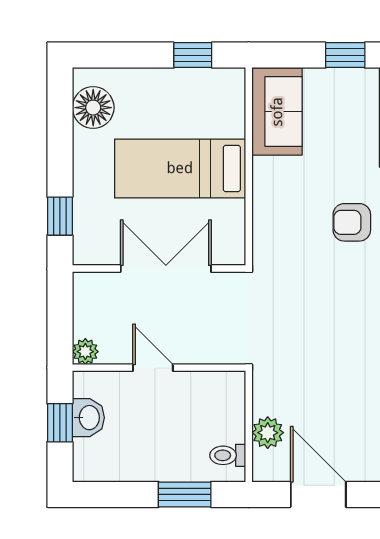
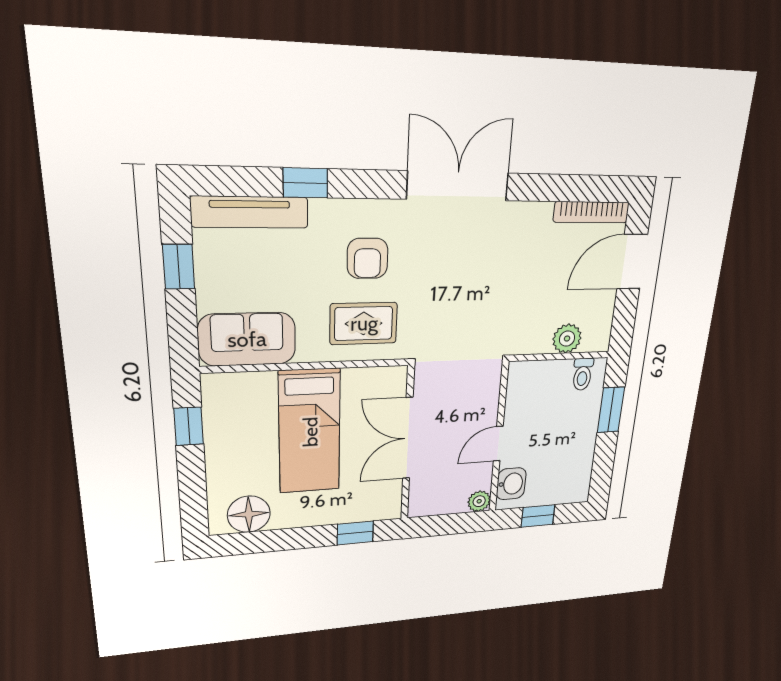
rug: (289, 220) -> (364, 323), added
washbasin: (88, 418) -> (511, 484), moved, turned 90
door: (318, 494) -> (632, 262), moved

